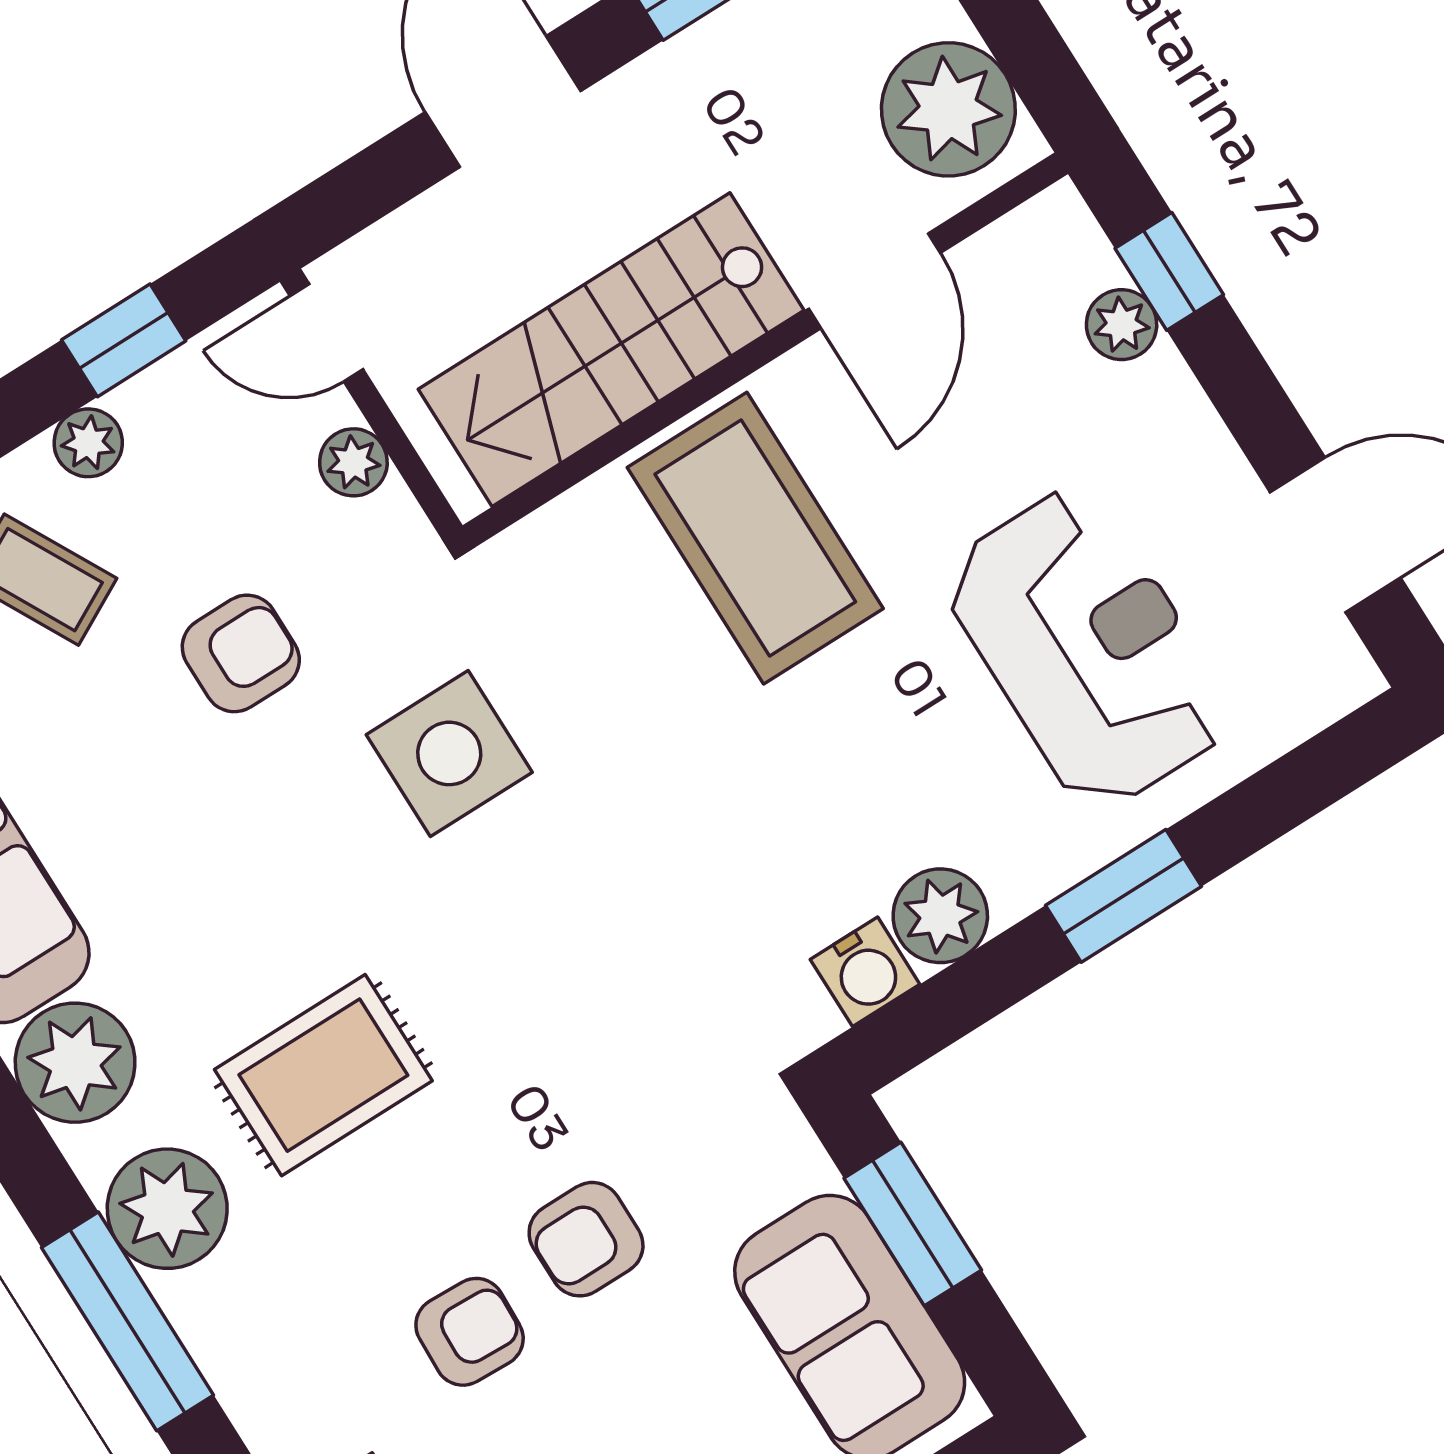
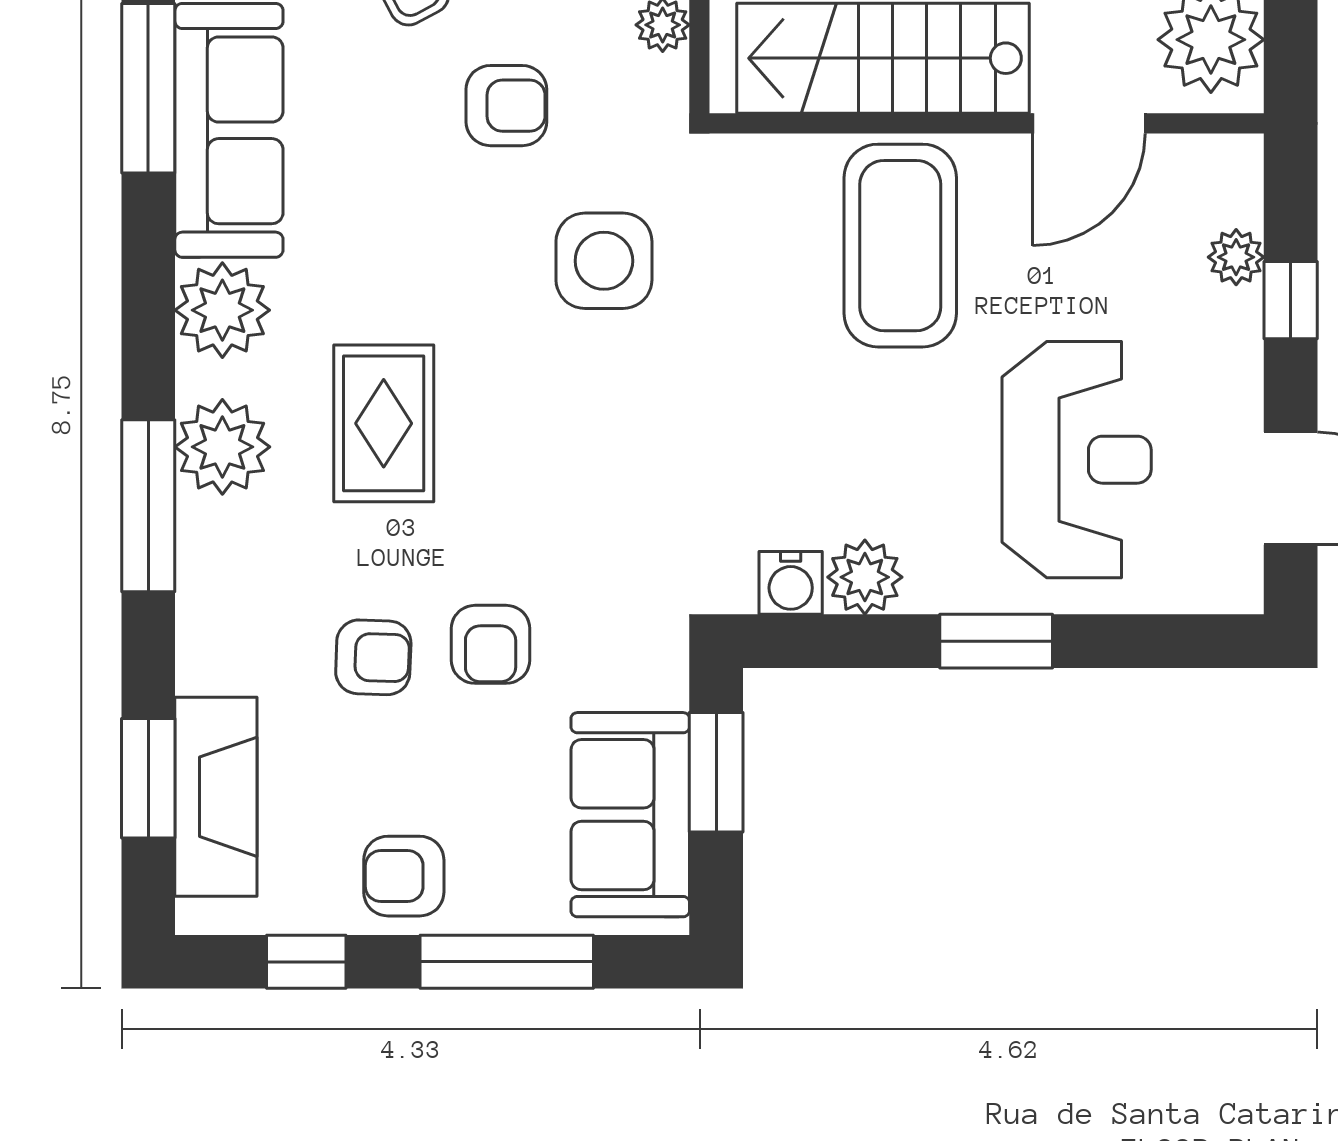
window: (1169, 271) -> (1291, 300), moved
rug: (323, 1075) -> (384, 423), turned 90
armchair: (586, 1239) -> (491, 644), turned -90

